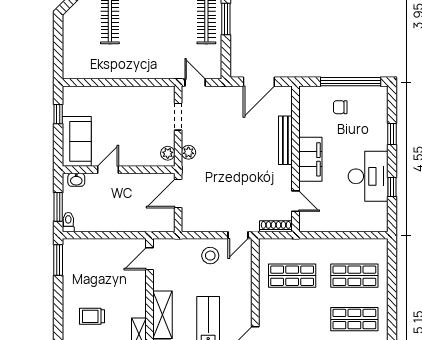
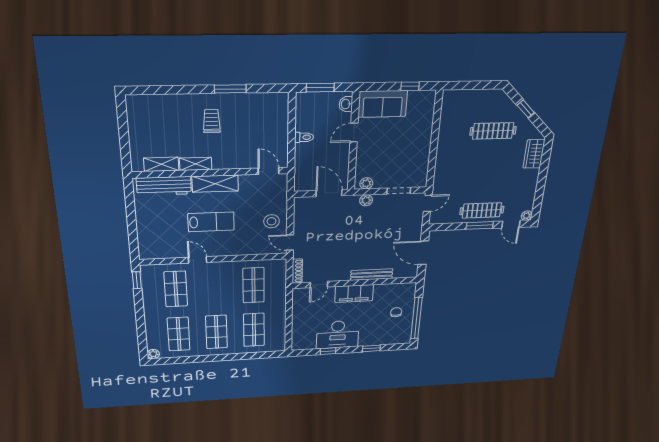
door: (108, 170) -> (354, 132), swing flipped
toilet: (68, 222) -> (304, 137), moved
window: (58, 260) -> (230, 89), moved

